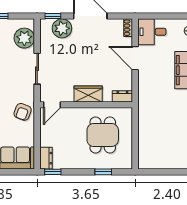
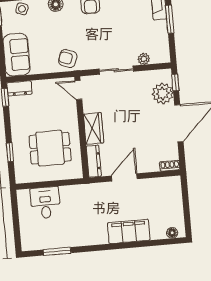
desk: (152, 32) -> (45, 203), moved
plant: (24, 38) -> (144, 59), width x0.53, depth x0.53
door: (135, 58) -> (124, 177), moved
dresser: (122, 96) -> (94, 161), width x1.44

